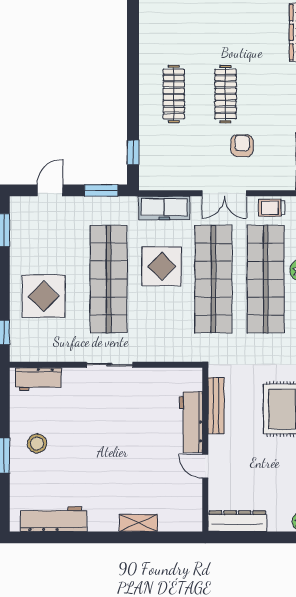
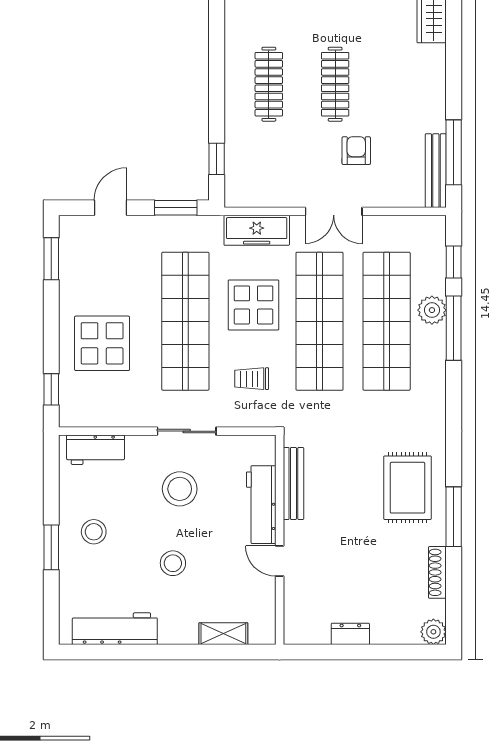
trolley: (272, 208) -> (252, 379), moved
bench: (216, 406) -> (293, 483), moved
stool: (104, 410) -> (180, 489), added
workbench: (191, 422) -> (261, 505), moved
wall: (205, 450) -> (280, 540), moved
door: (205, 466) -> (280, 561), moved
stool: (99, 468) -> (173, 563), added
dresser: (237, 521) -> (350, 634), width x0.51, depth x0.80

